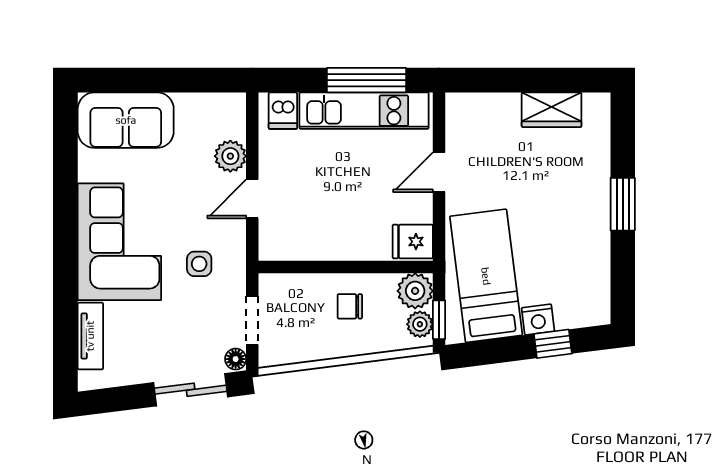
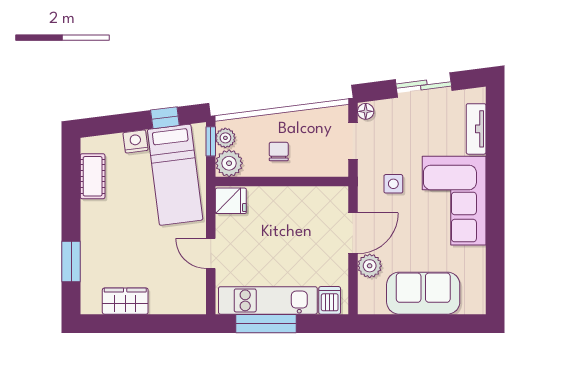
sofa: (126, 120) -> (423, 293), moved
door: (439, 172) -> (211, 253), swing flipped
door: (252, 199) -> (353, 233), width x1.38
window: (623, 204) -> (71, 262), moved
cot: (594, 274) -> (93, 176), added
chair: (350, 306) -> (279, 152), turned -90
window: (553, 344) -> (165, 118), moved
sliding door: (191, 390) -> (424, 85), moved

